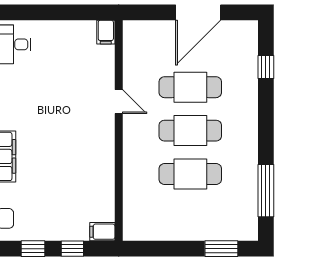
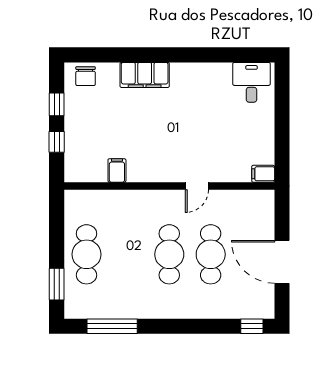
window: (266, 67) -> (252, 326), moved
cafe table: (190, 174) -> (87, 254), moved
filing cabinet: (102, 232) -> (117, 170), moved

